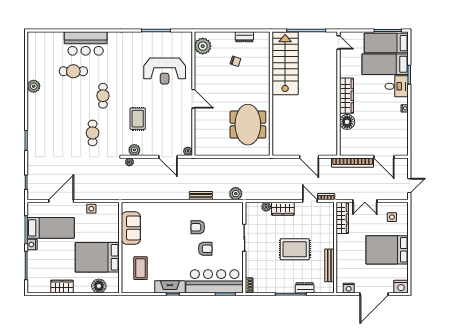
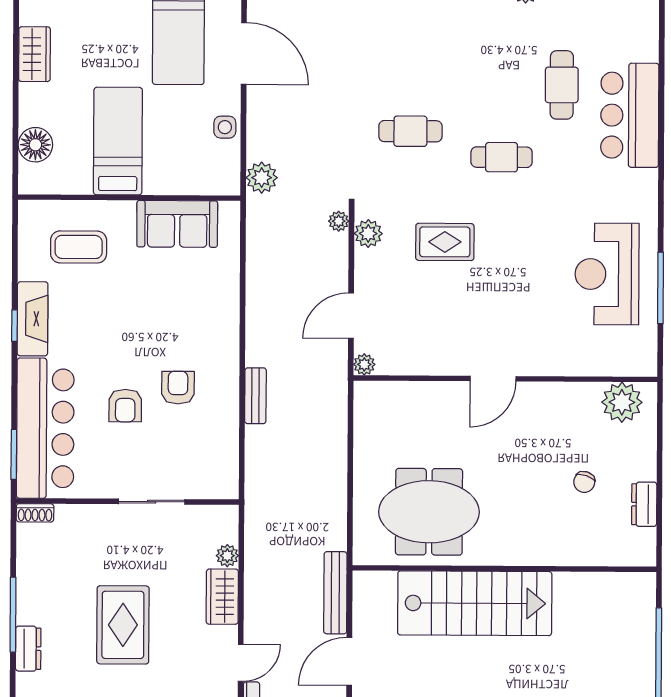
stairs: (285, 63) -> (475, 603), moved
reception desk: (165, 71) -> (607, 274), moved
bench: (281, 163) -> (335, 593), added
plant: (236, 194) -> (262, 178), moved
bed: (97, 257) -> (118, 141), width x0.67

